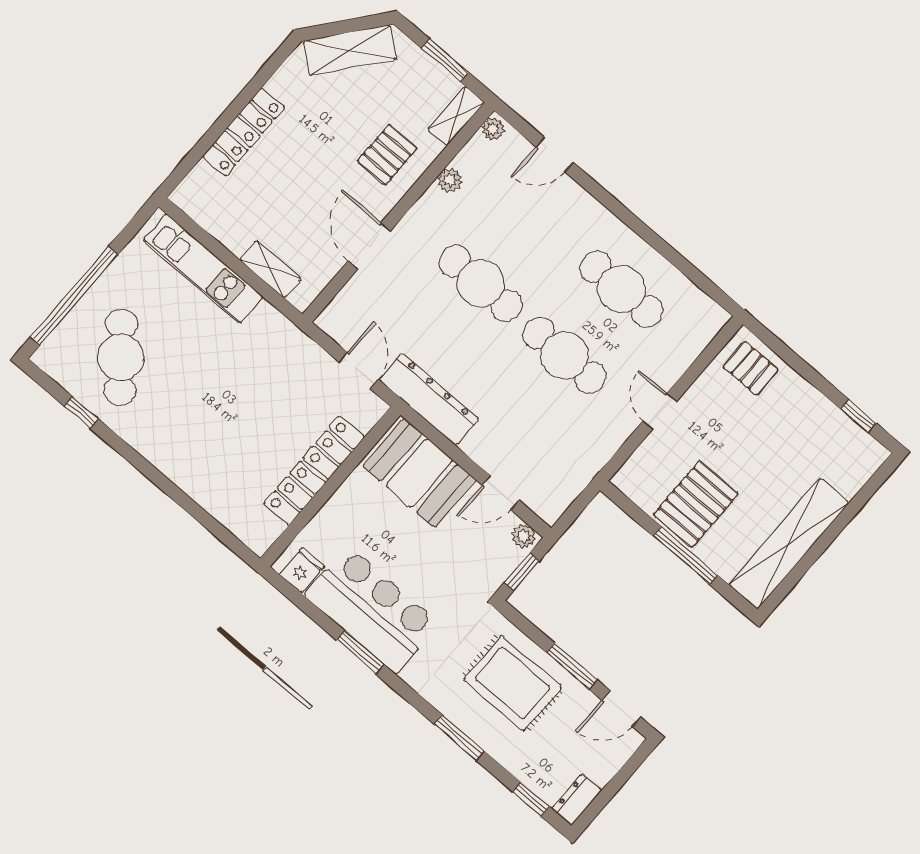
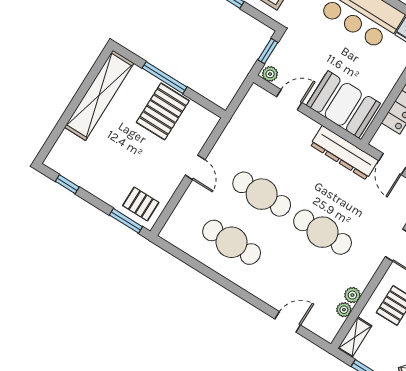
plant: (493, 129) -> (344, 310), moved
window: (777, 346) -> (126, 221), added

